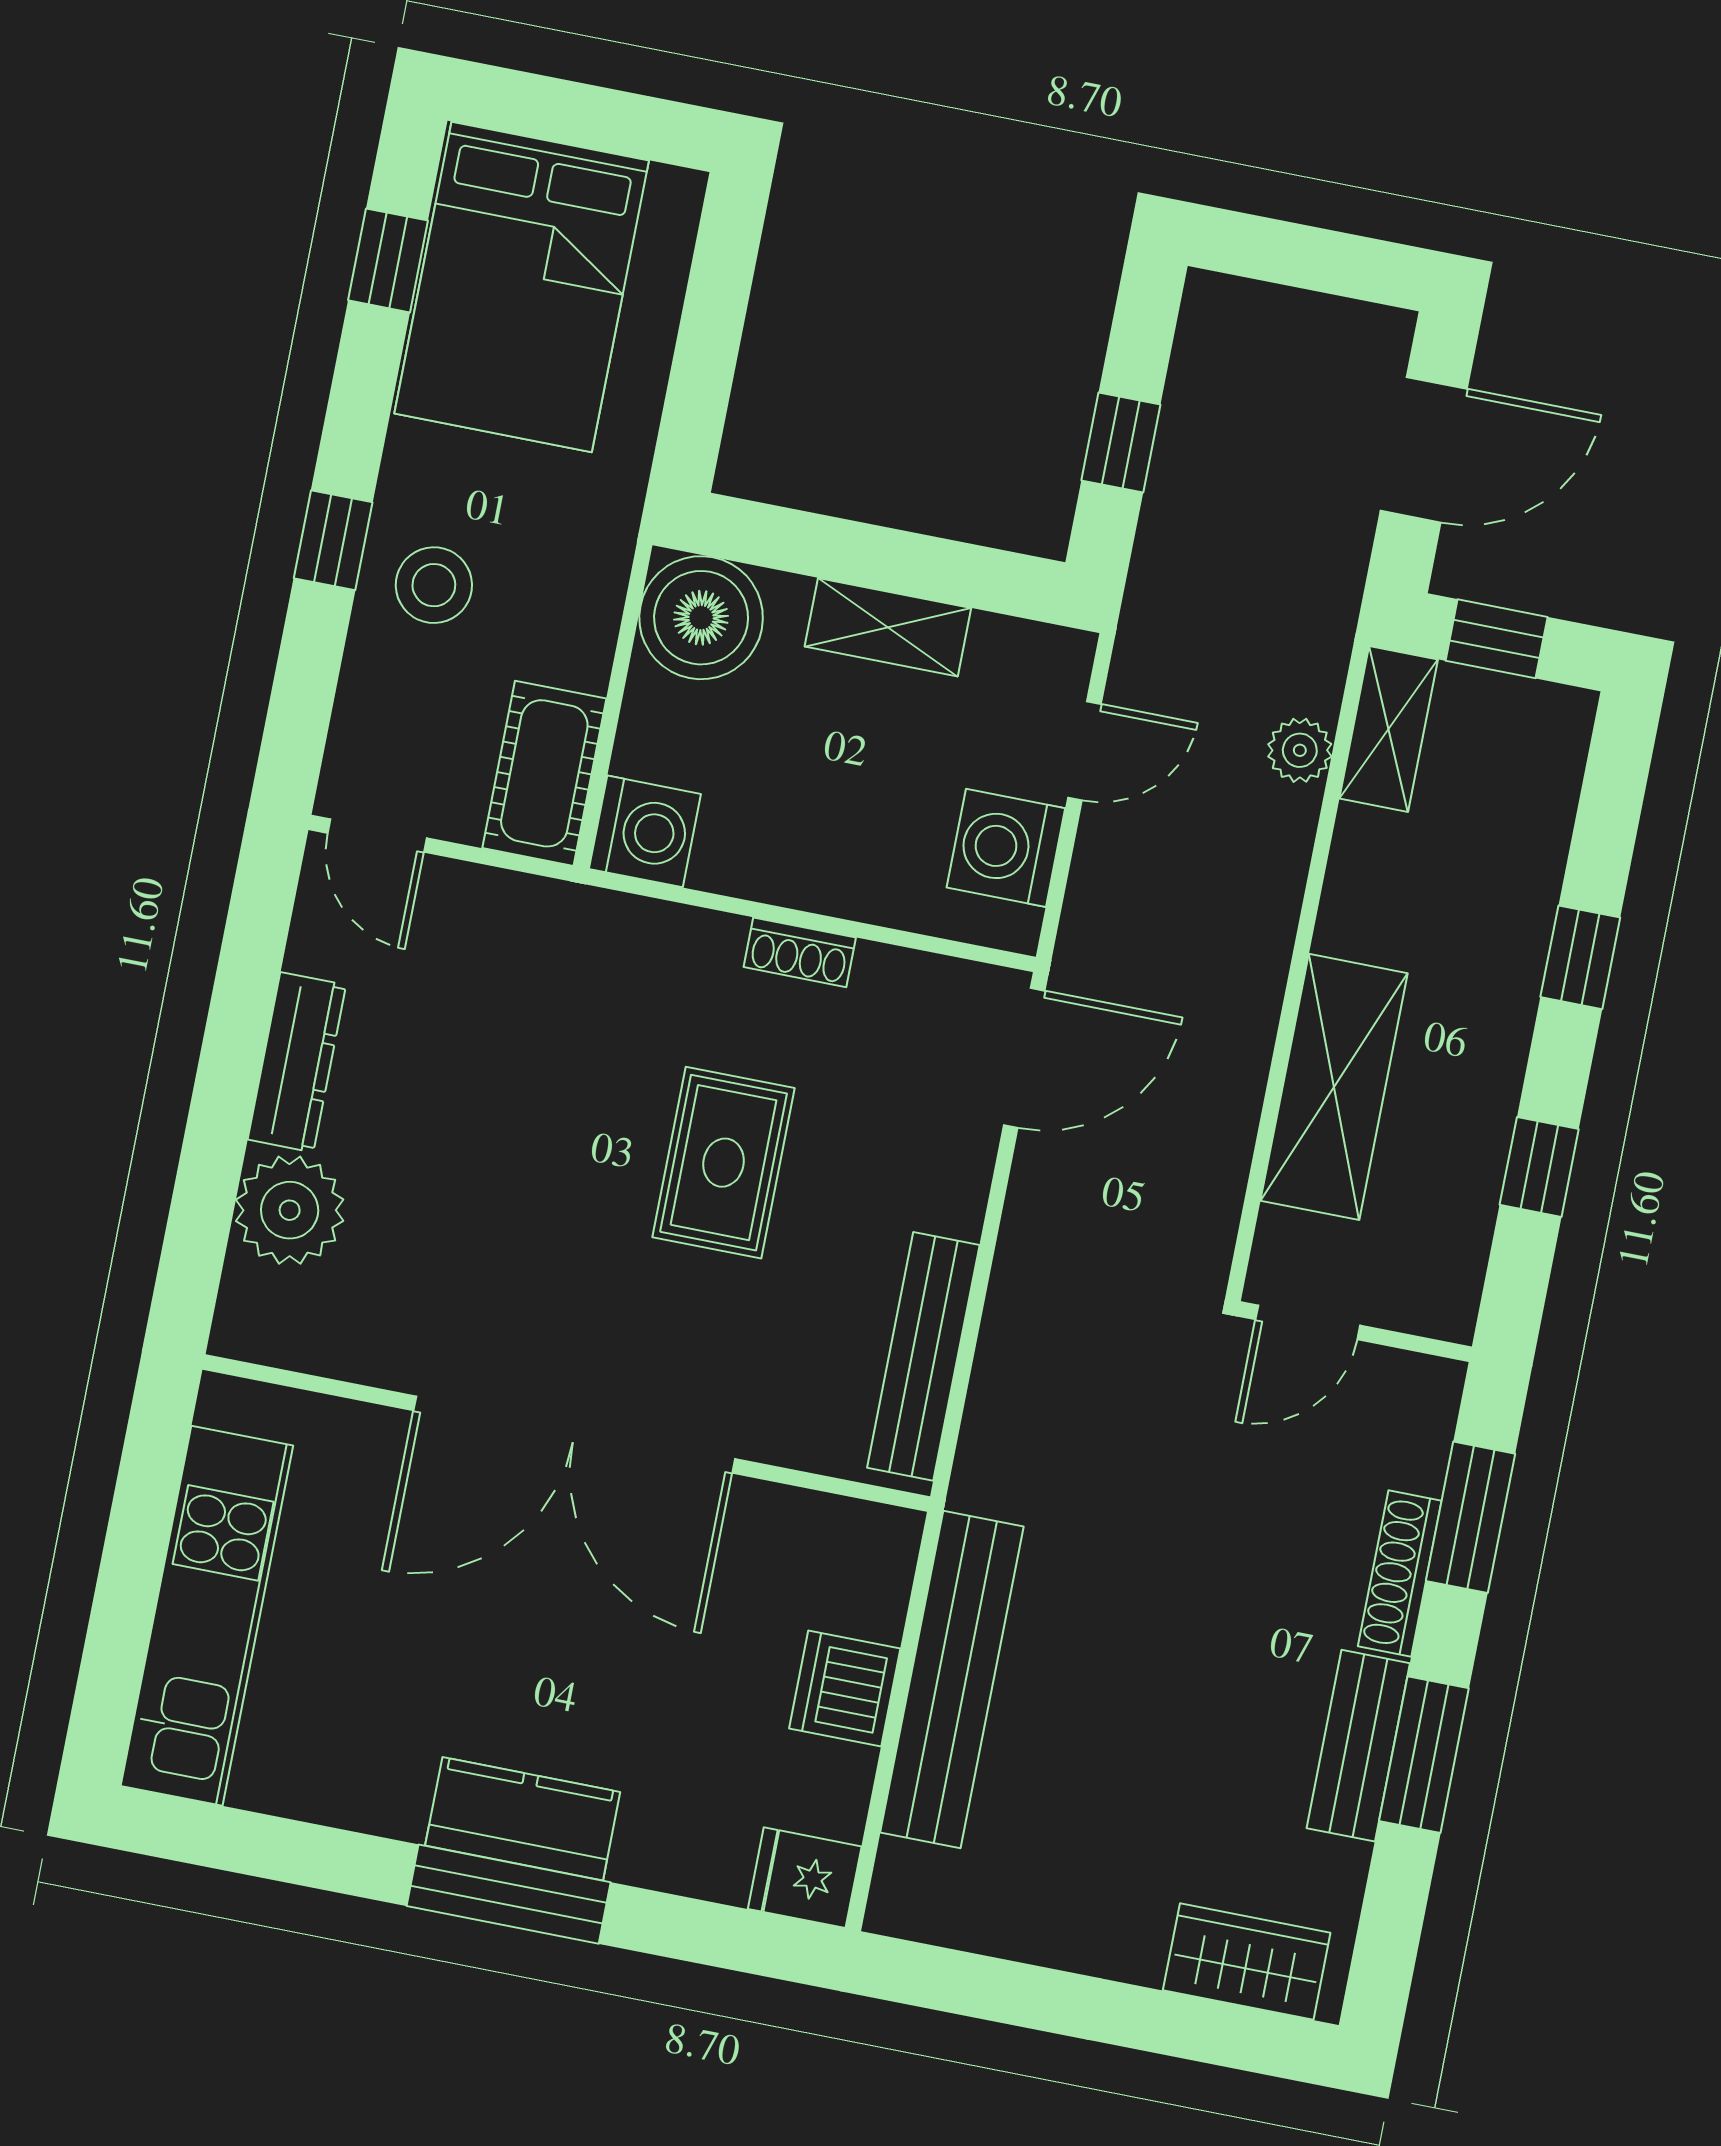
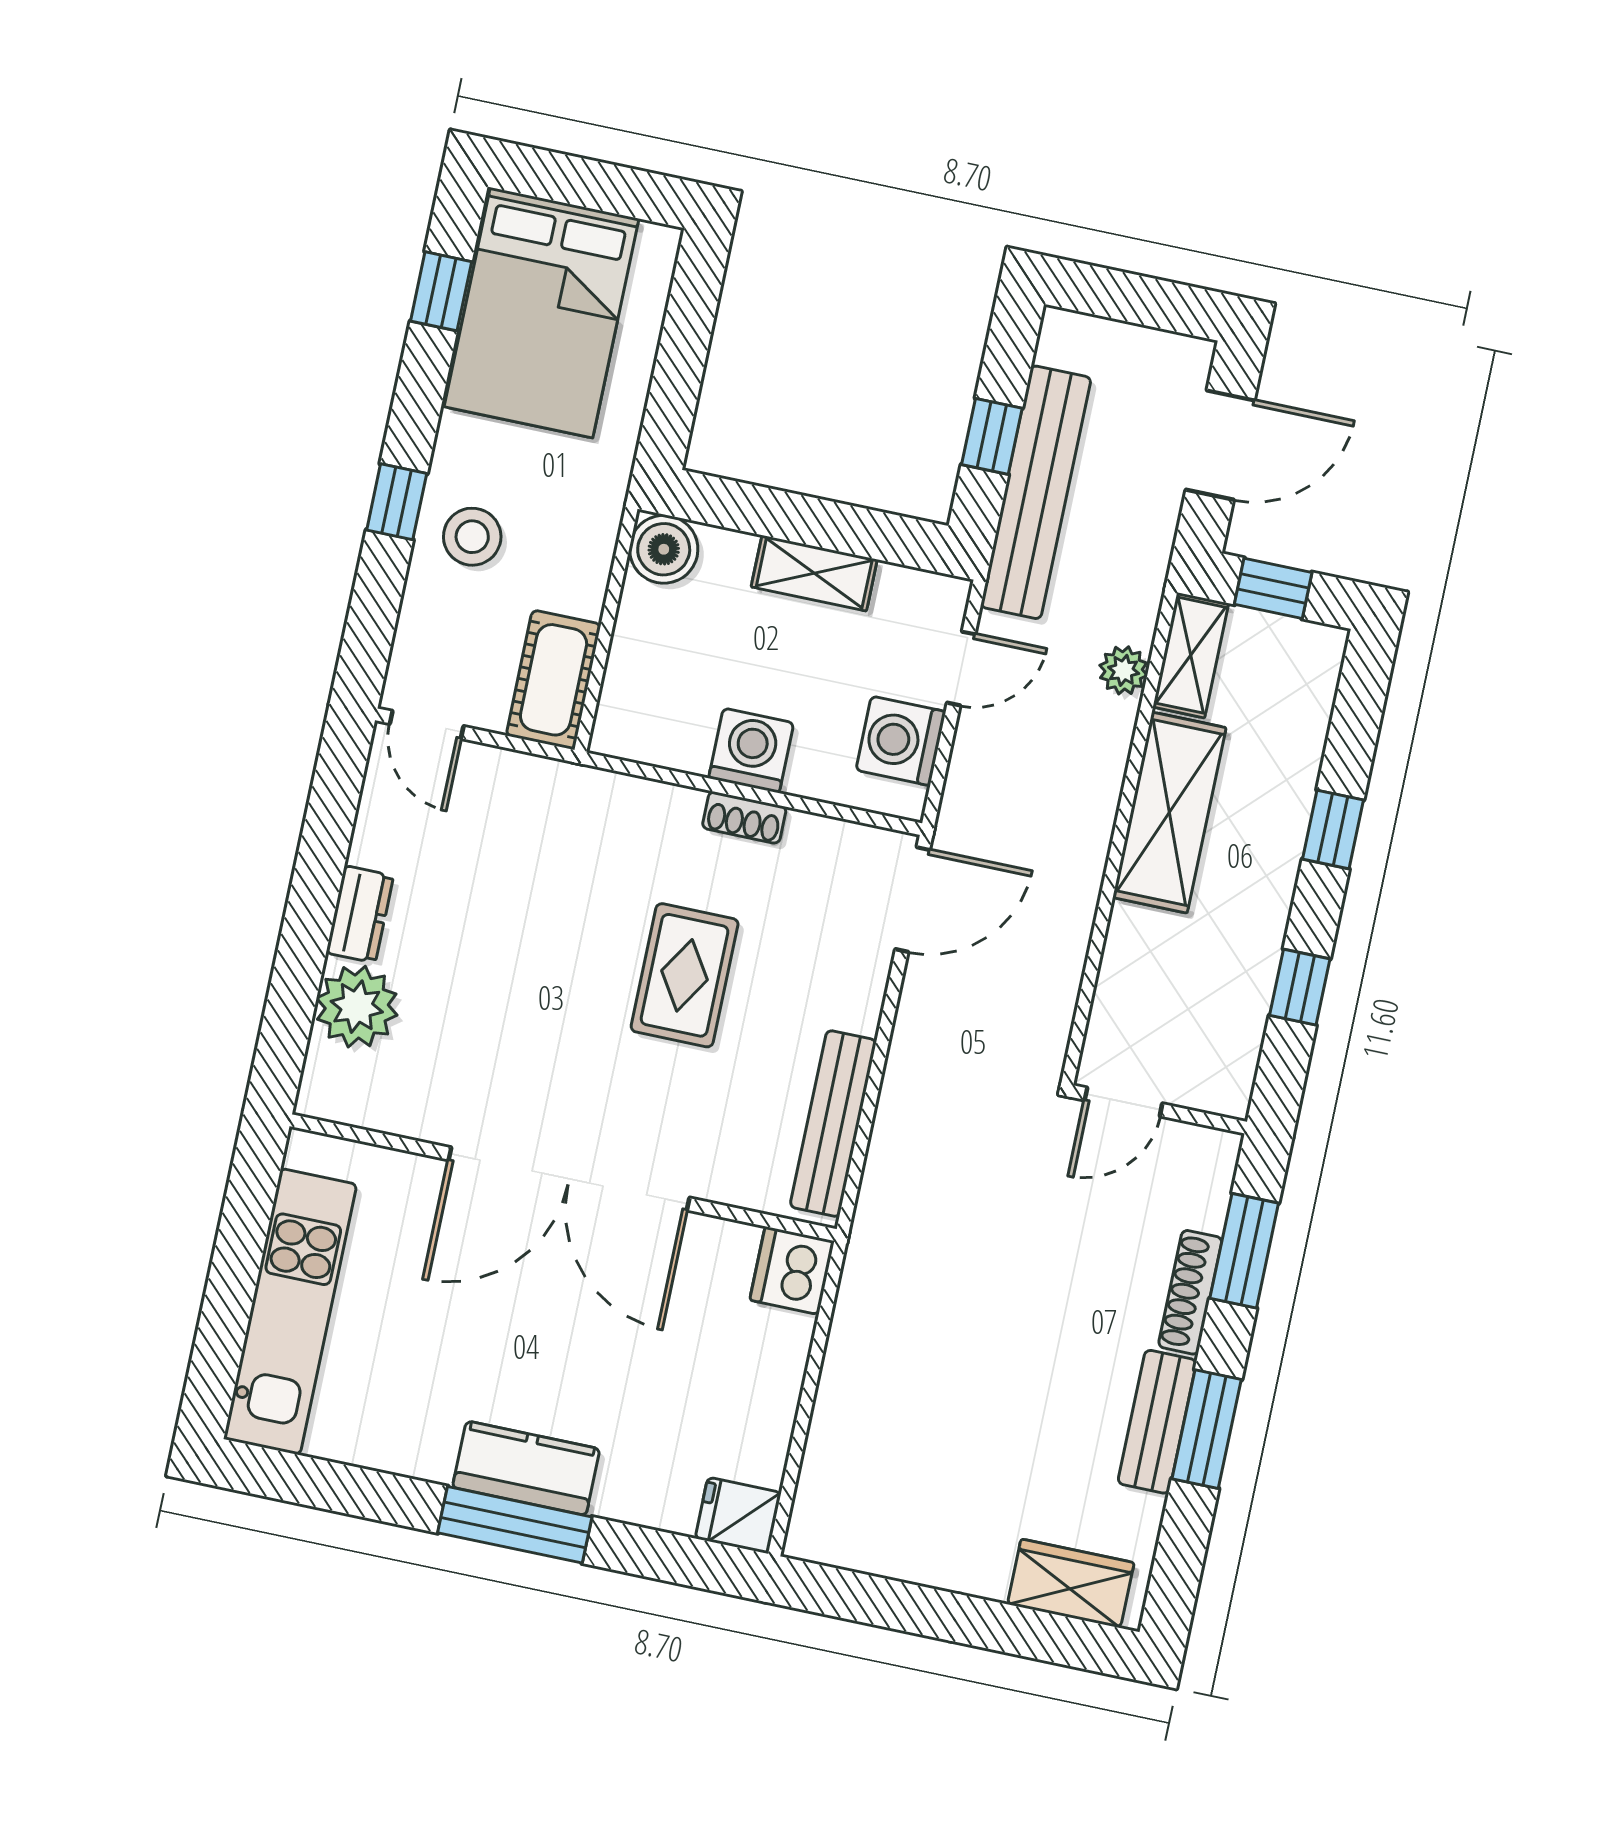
boiler: (701, 618) -> (664, 549), width x0.73, depth x0.73
washing machine: (645, 831) -> (751, 750), moved, turned -90
dresser: (297, 1062) -> (360, 914), width x0.70
shelving: (1334, 1087) -> (1169, 813), moved
bench: (952, 1679) -> (1036, 492), moved
dishwasher: (845, 1689) -> (792, 1271), moved

